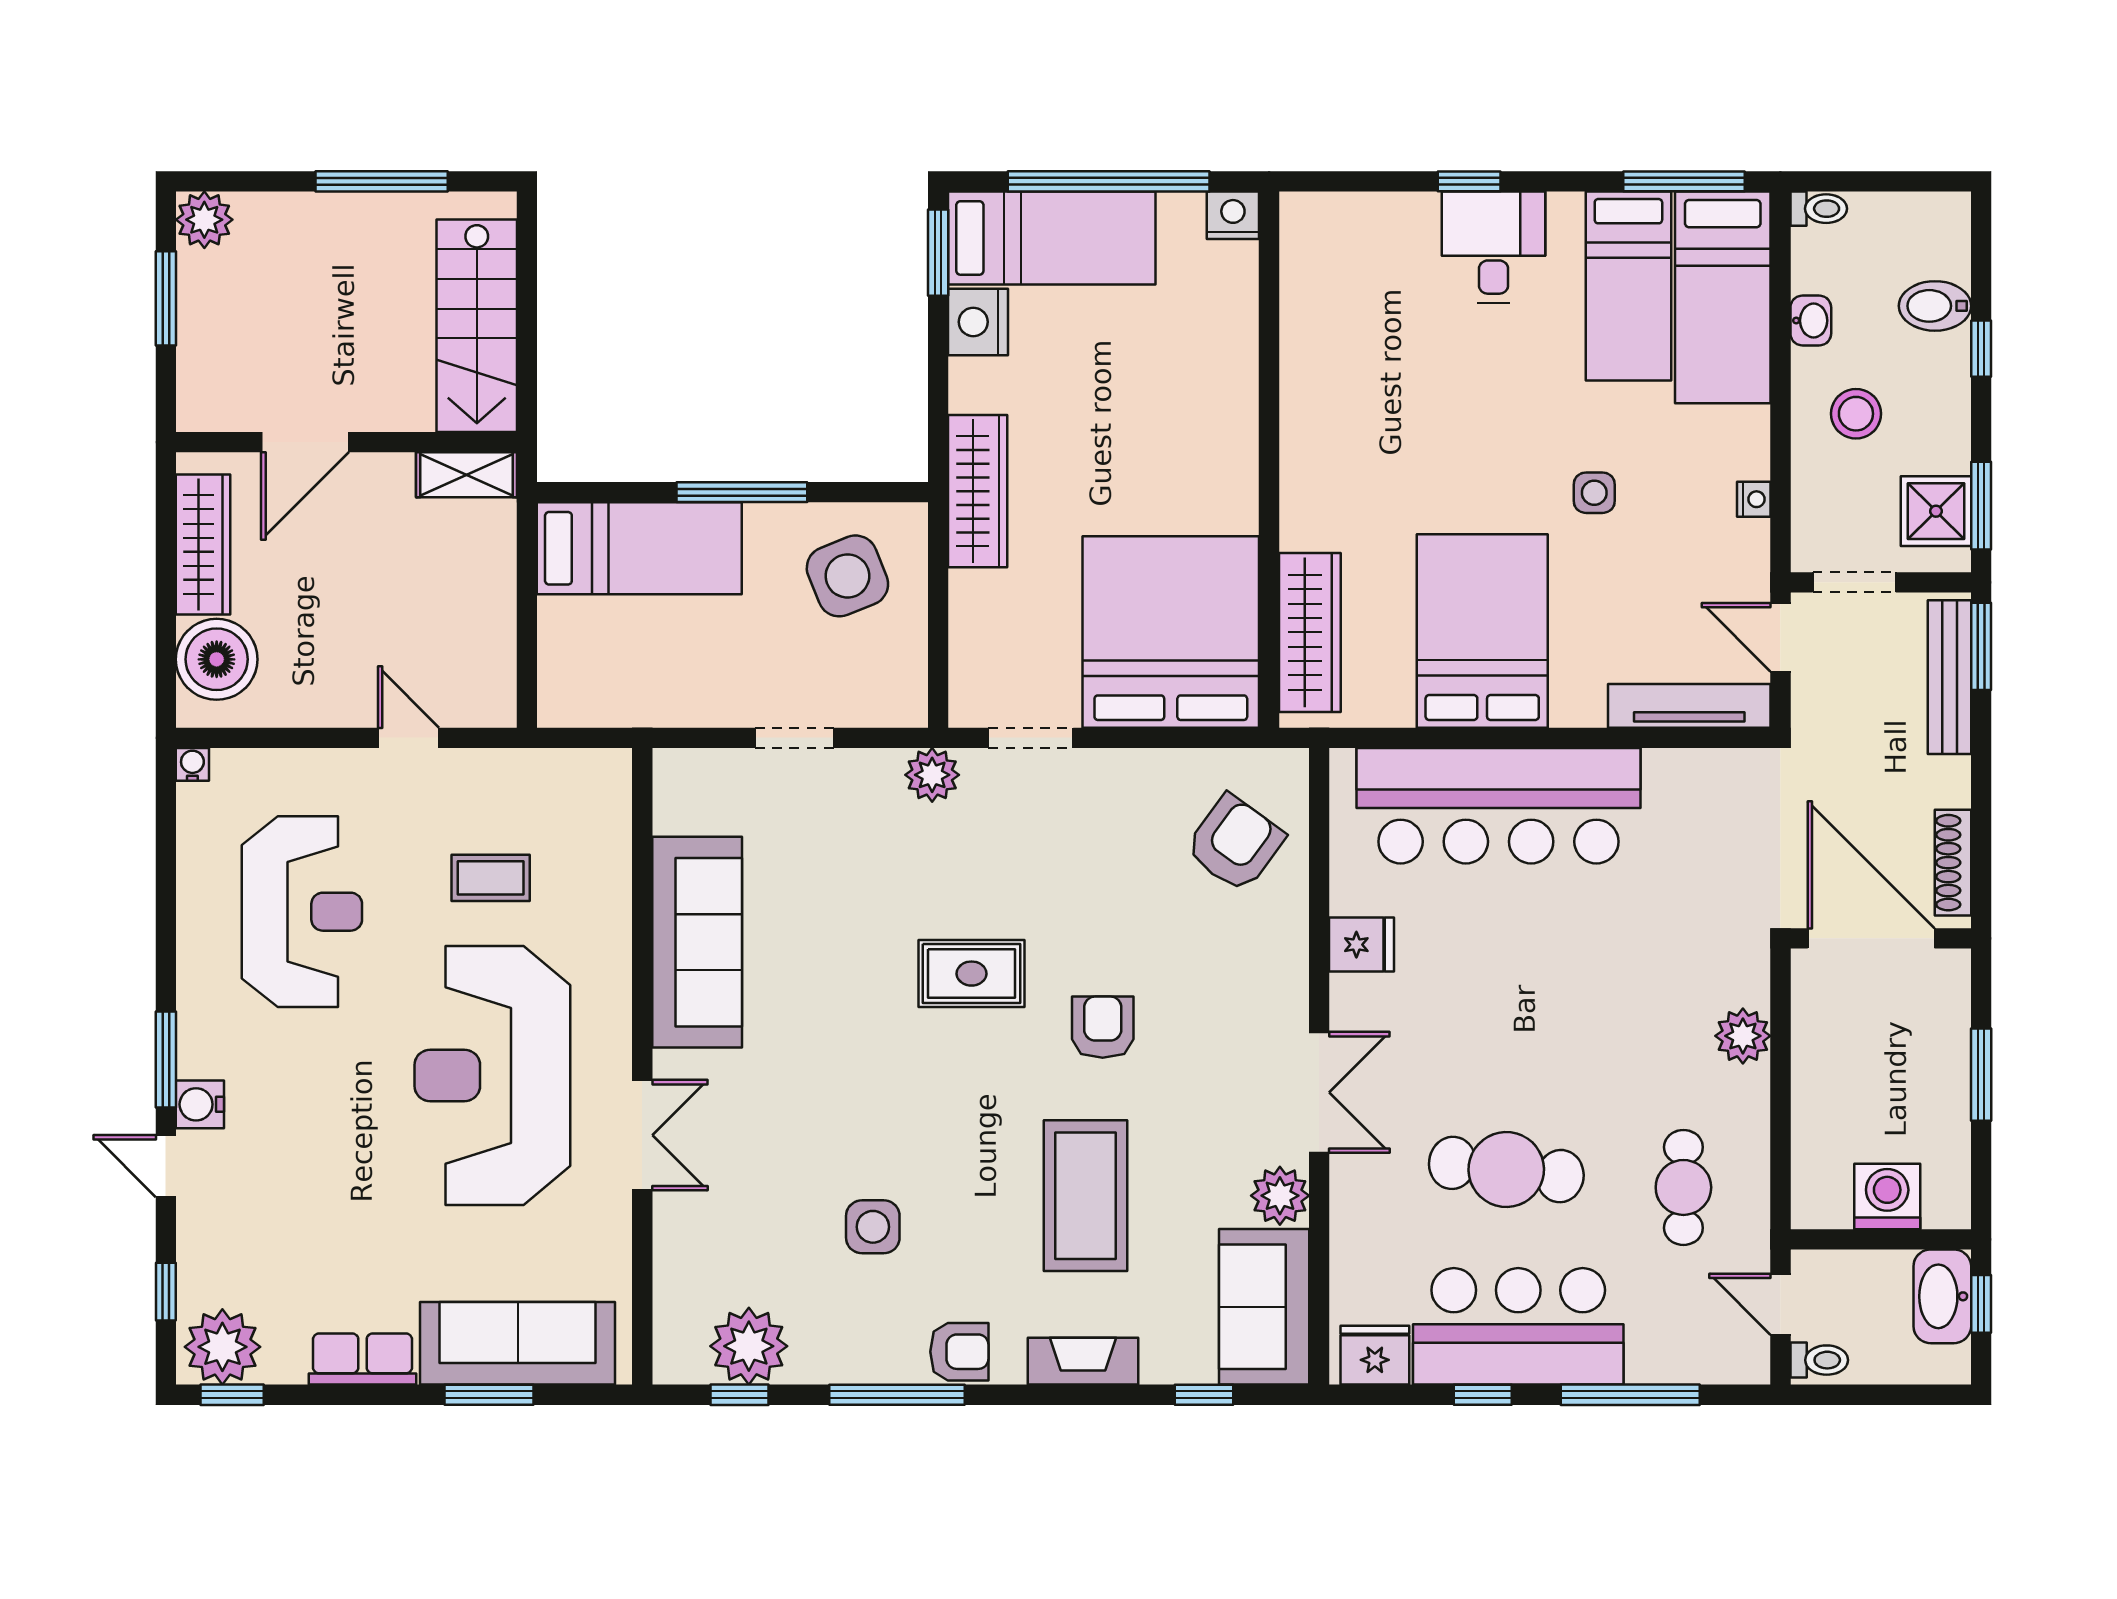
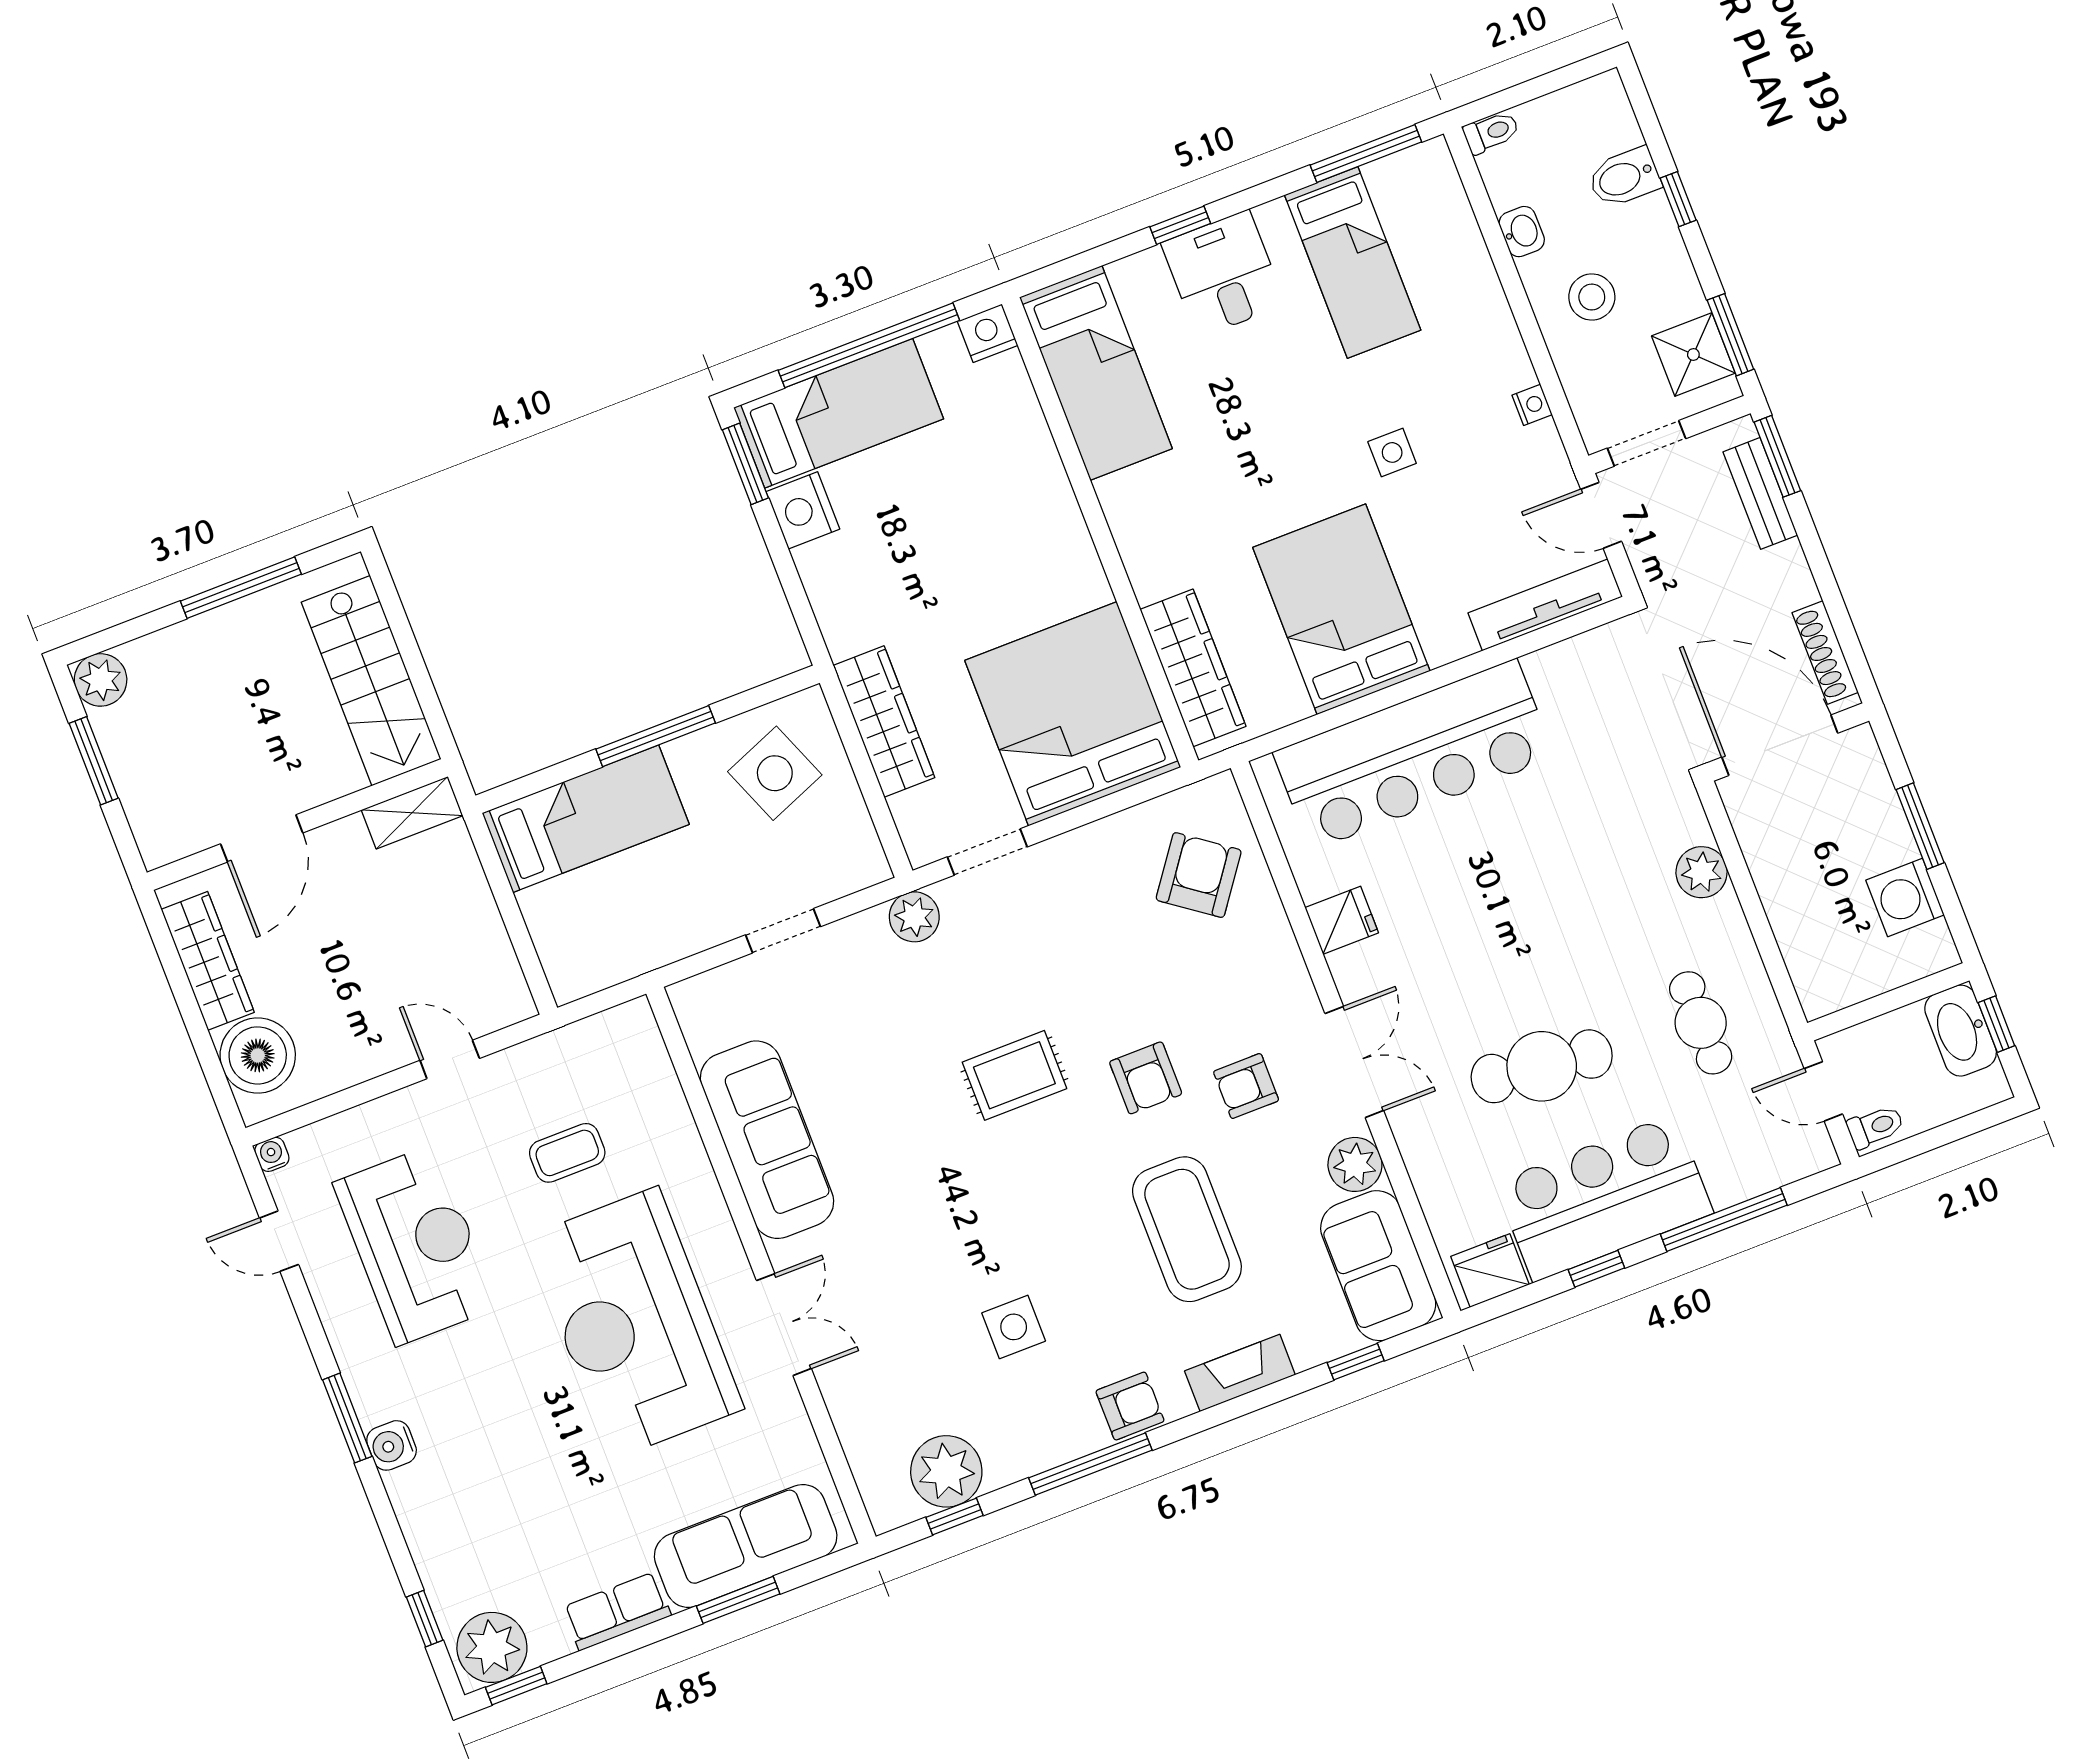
bed: (1723, 297) -> (1096, 373), moved
wardrobe: (978, 491) -> (884, 722), moved
bench: (1949, 677) -> (1760, 493), width x0.73
armchair: (1103, 1027) -> (1146, 1078), turned 180
armchair: (1201, 1074) -> (1246, 1086), added
door: (166, 1166) -> (279, 1241), moved
washing machine: (1887, 1196) -> (1905, 898), moved, turned -90

